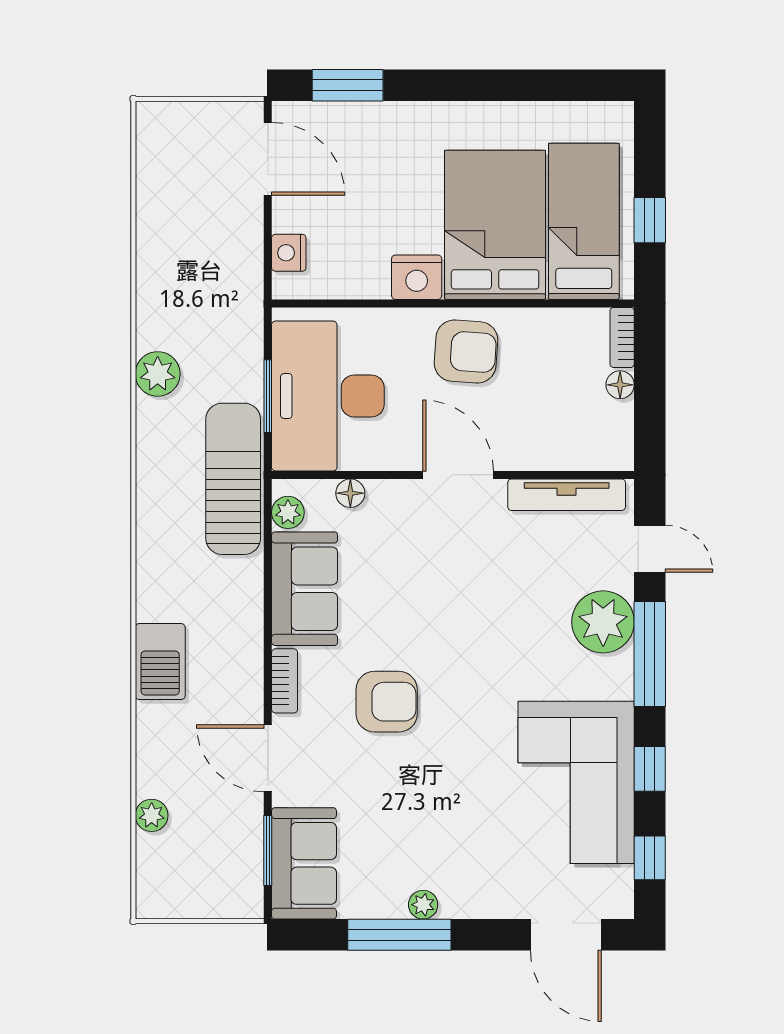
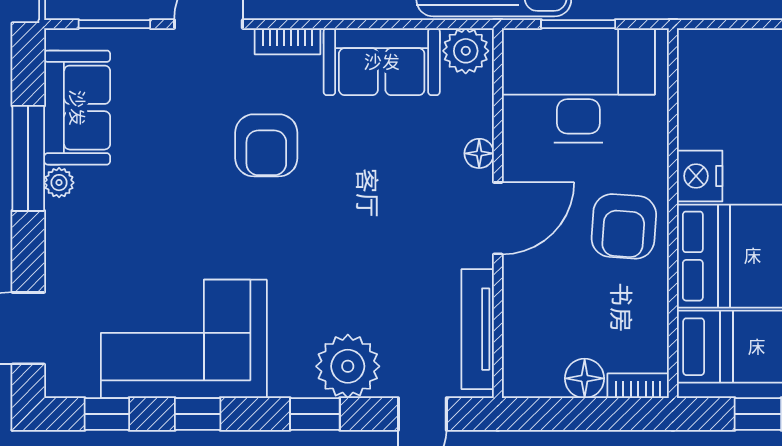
nightstand: (289, 253) -> (725, 45), removed
floor lamp: (620, 385) -> (585, 378), width x1.37, depth x1.37
floor lamp: (350, 493) -> (479, 153), moved
plant: (288, 512) -> (466, 51), width x1.38, depth x1.38
window: (650, 654) -> (315, 414), width x0.46
sofa: (304, 863) -> (77, 108), moved, turned -90

